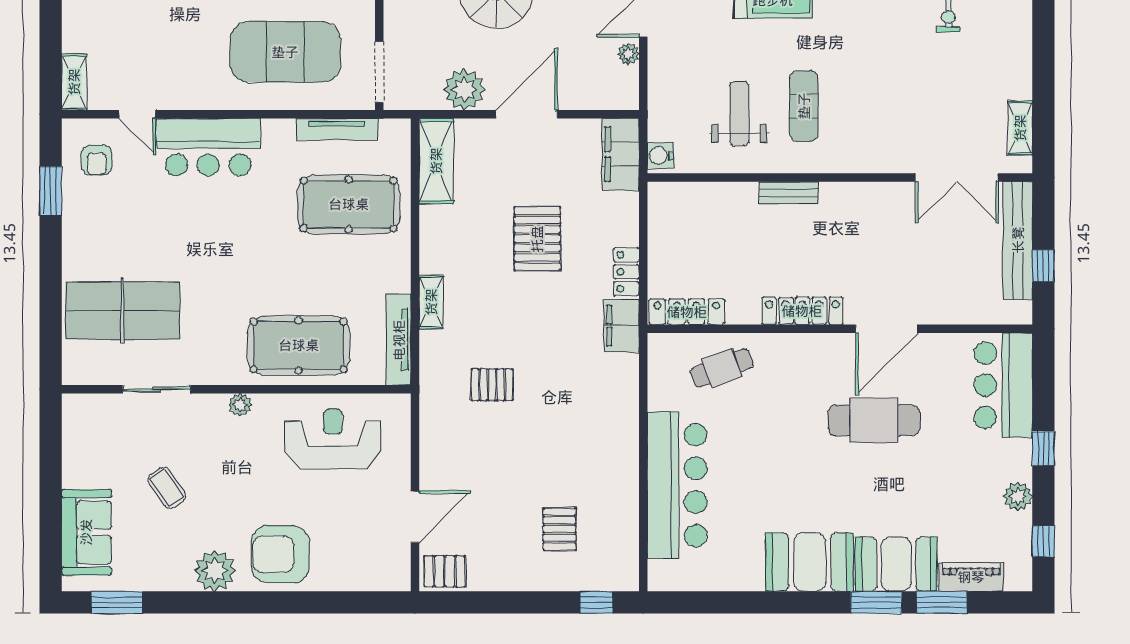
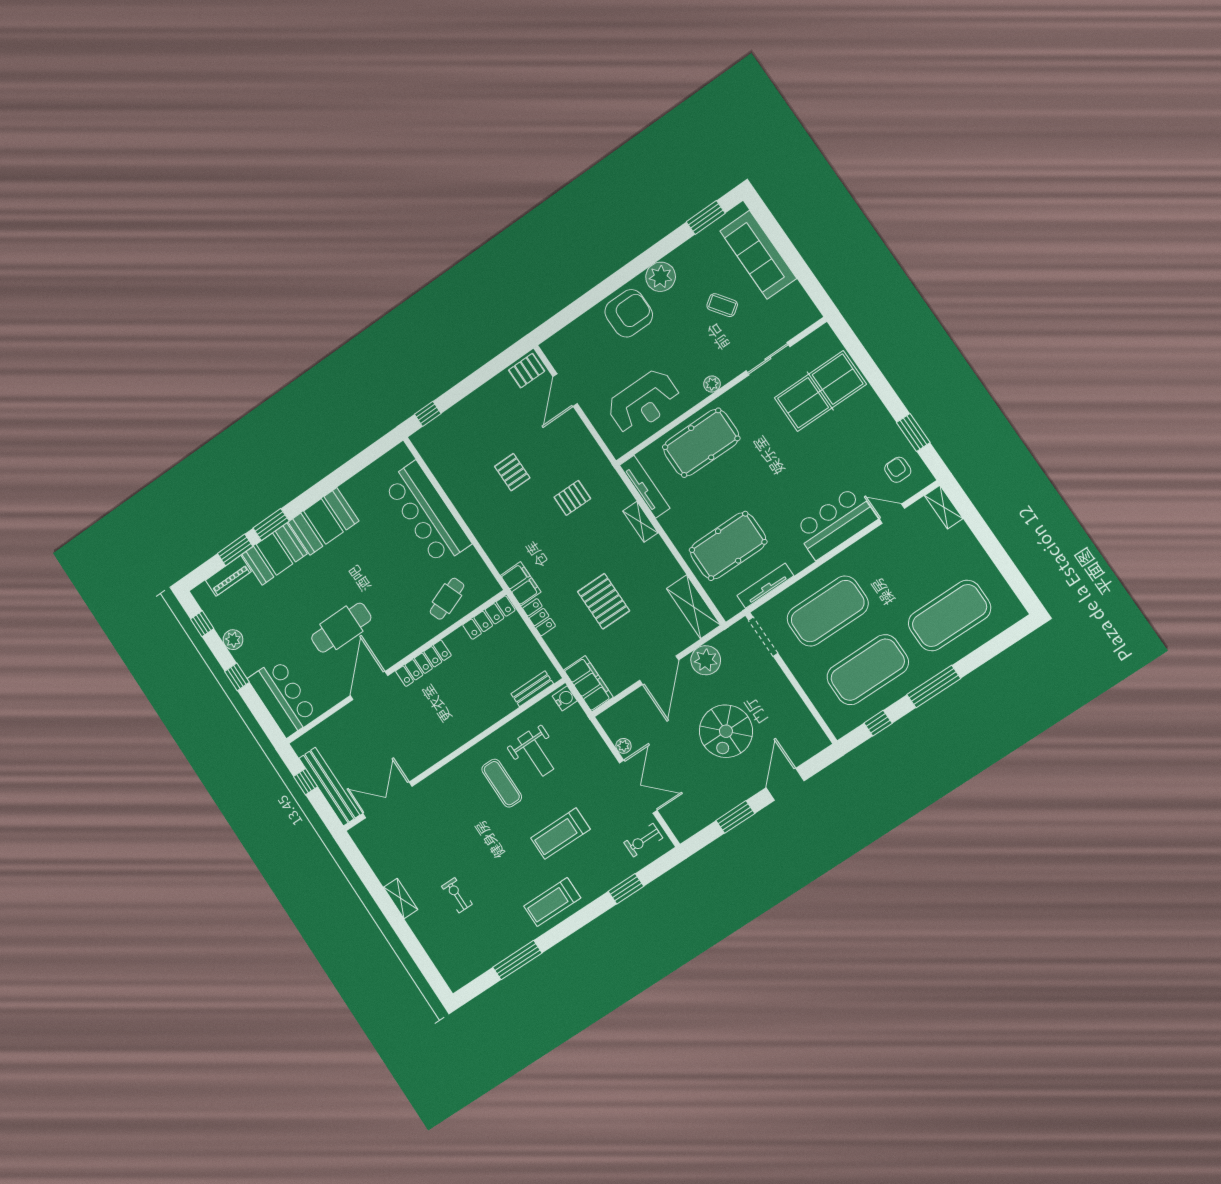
shelving: (1020, 128) -> (401, 898), moved
bench: (789, 193) -> (532, 689), moved
pallet: (559, 529) -> (512, 472), moved
sofa: (86, 532) -> (758, 255), width x1.36

